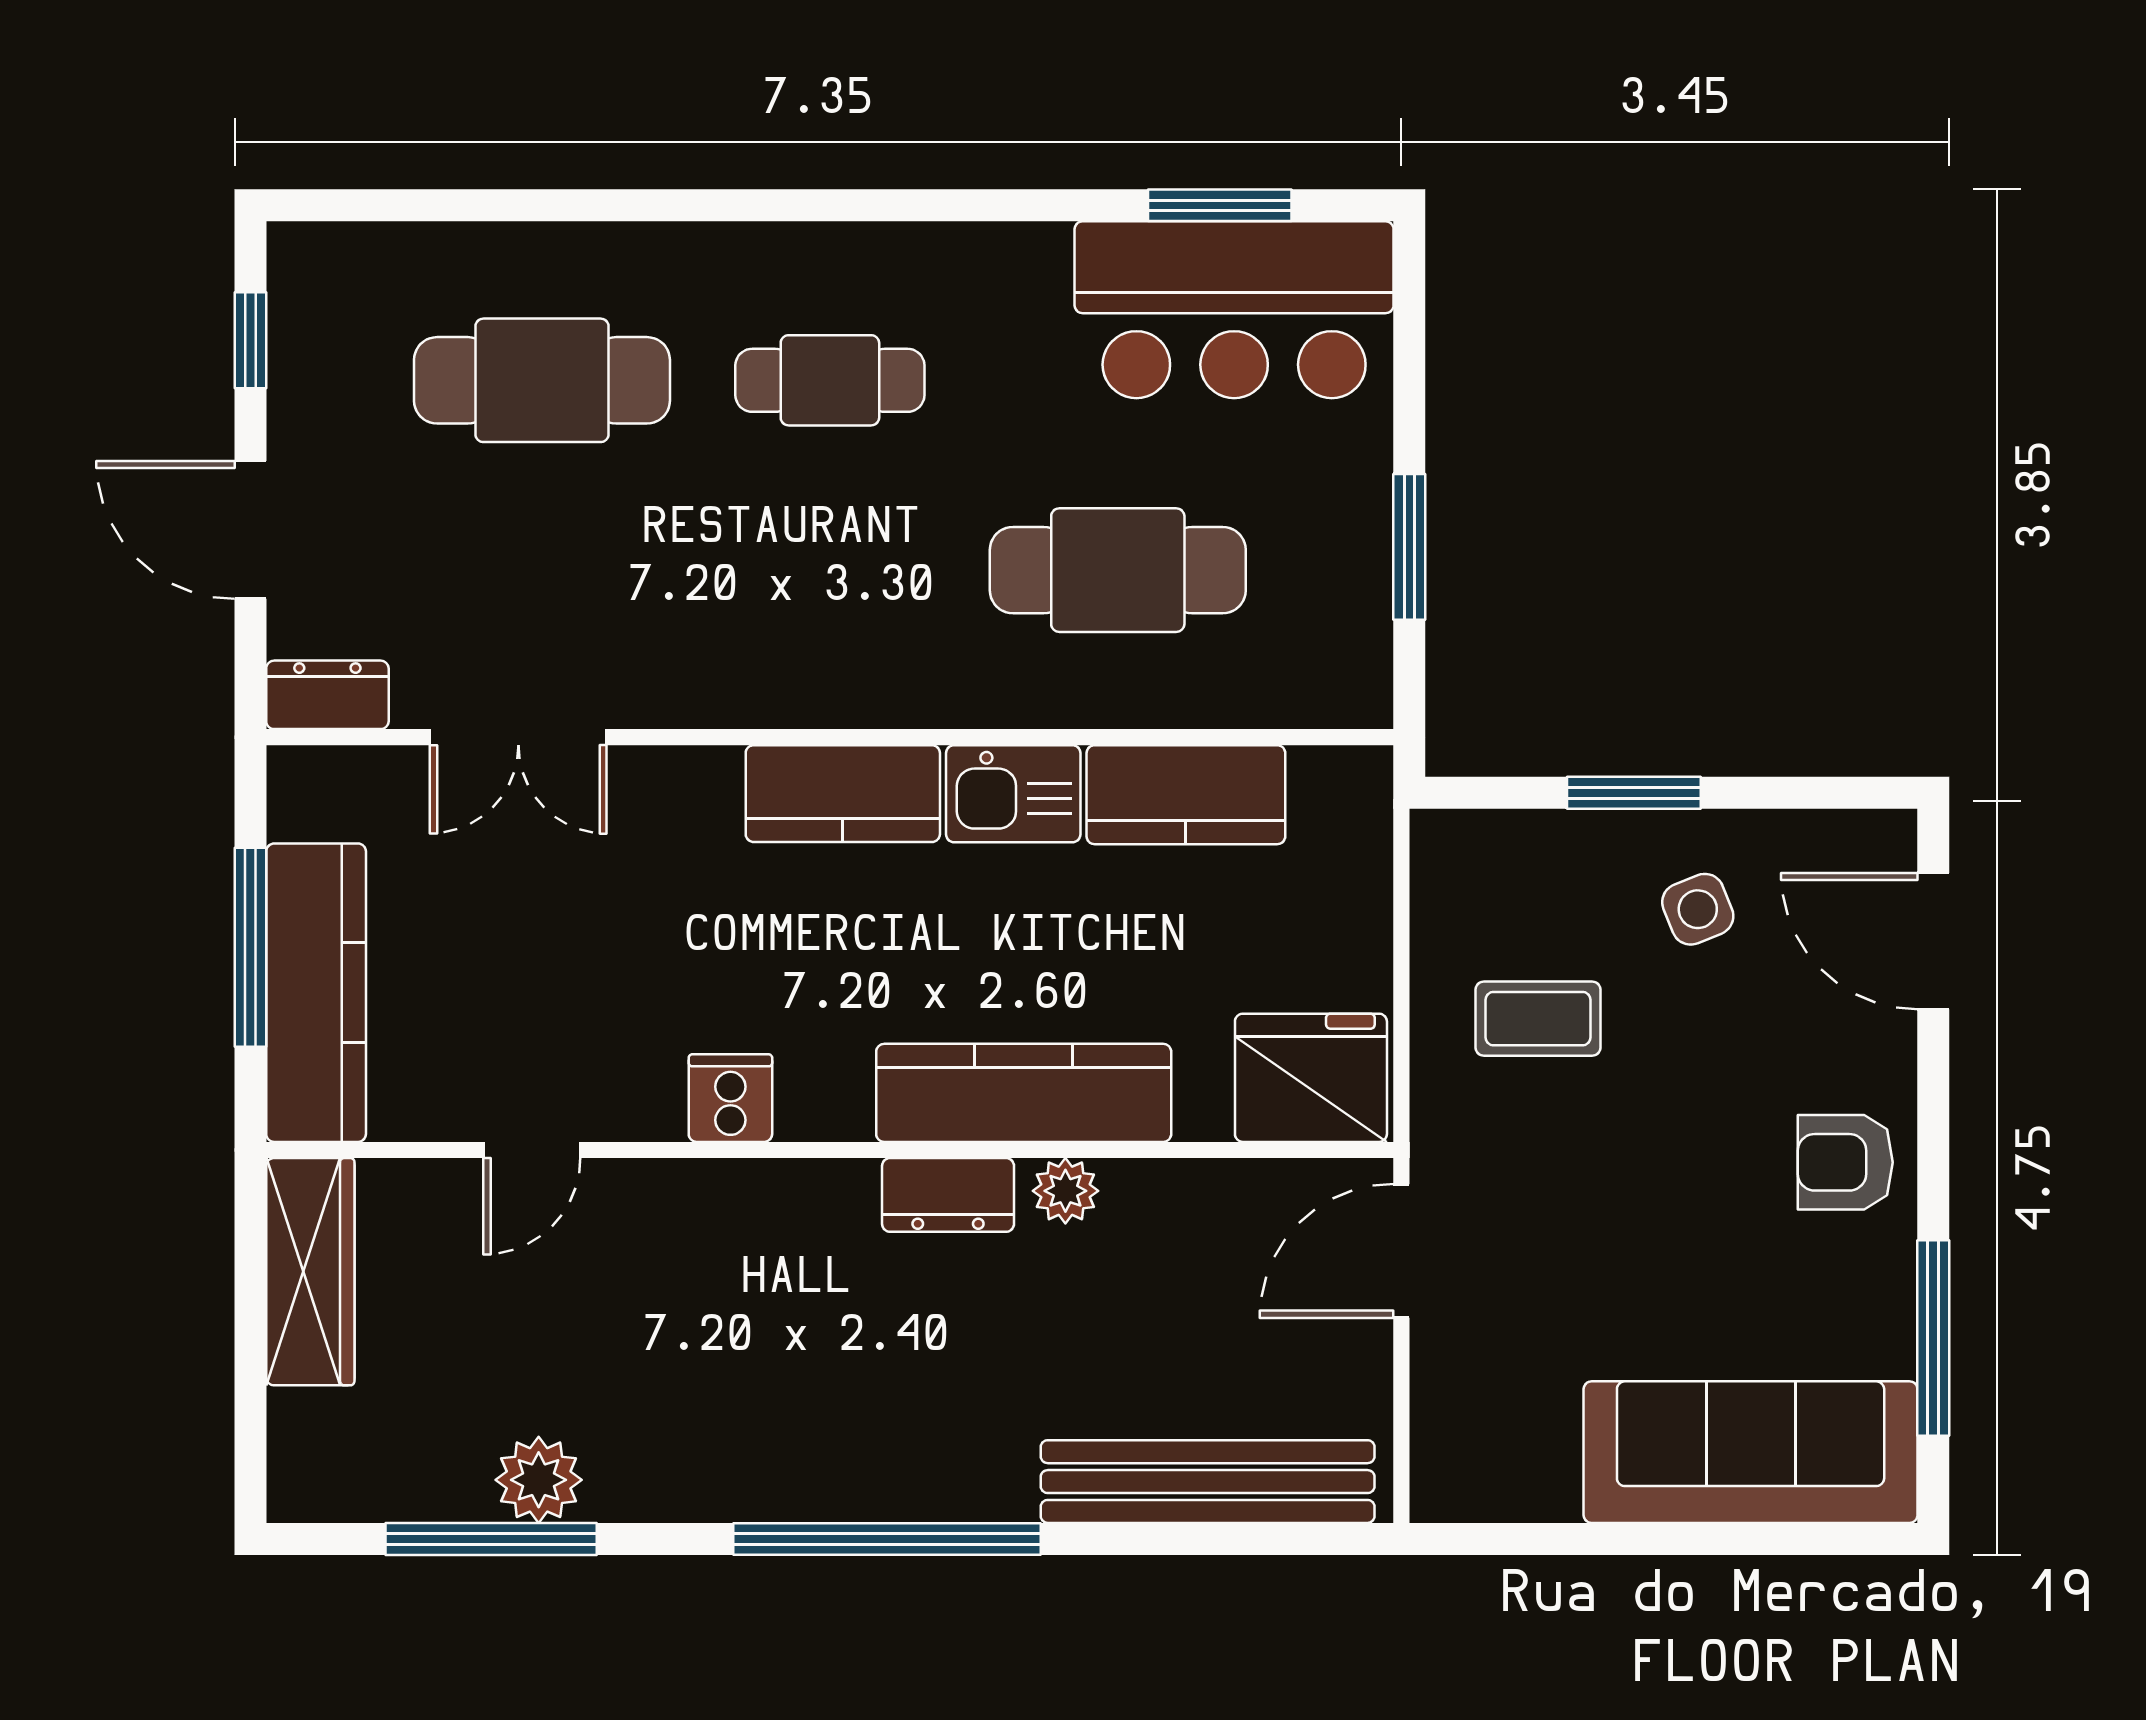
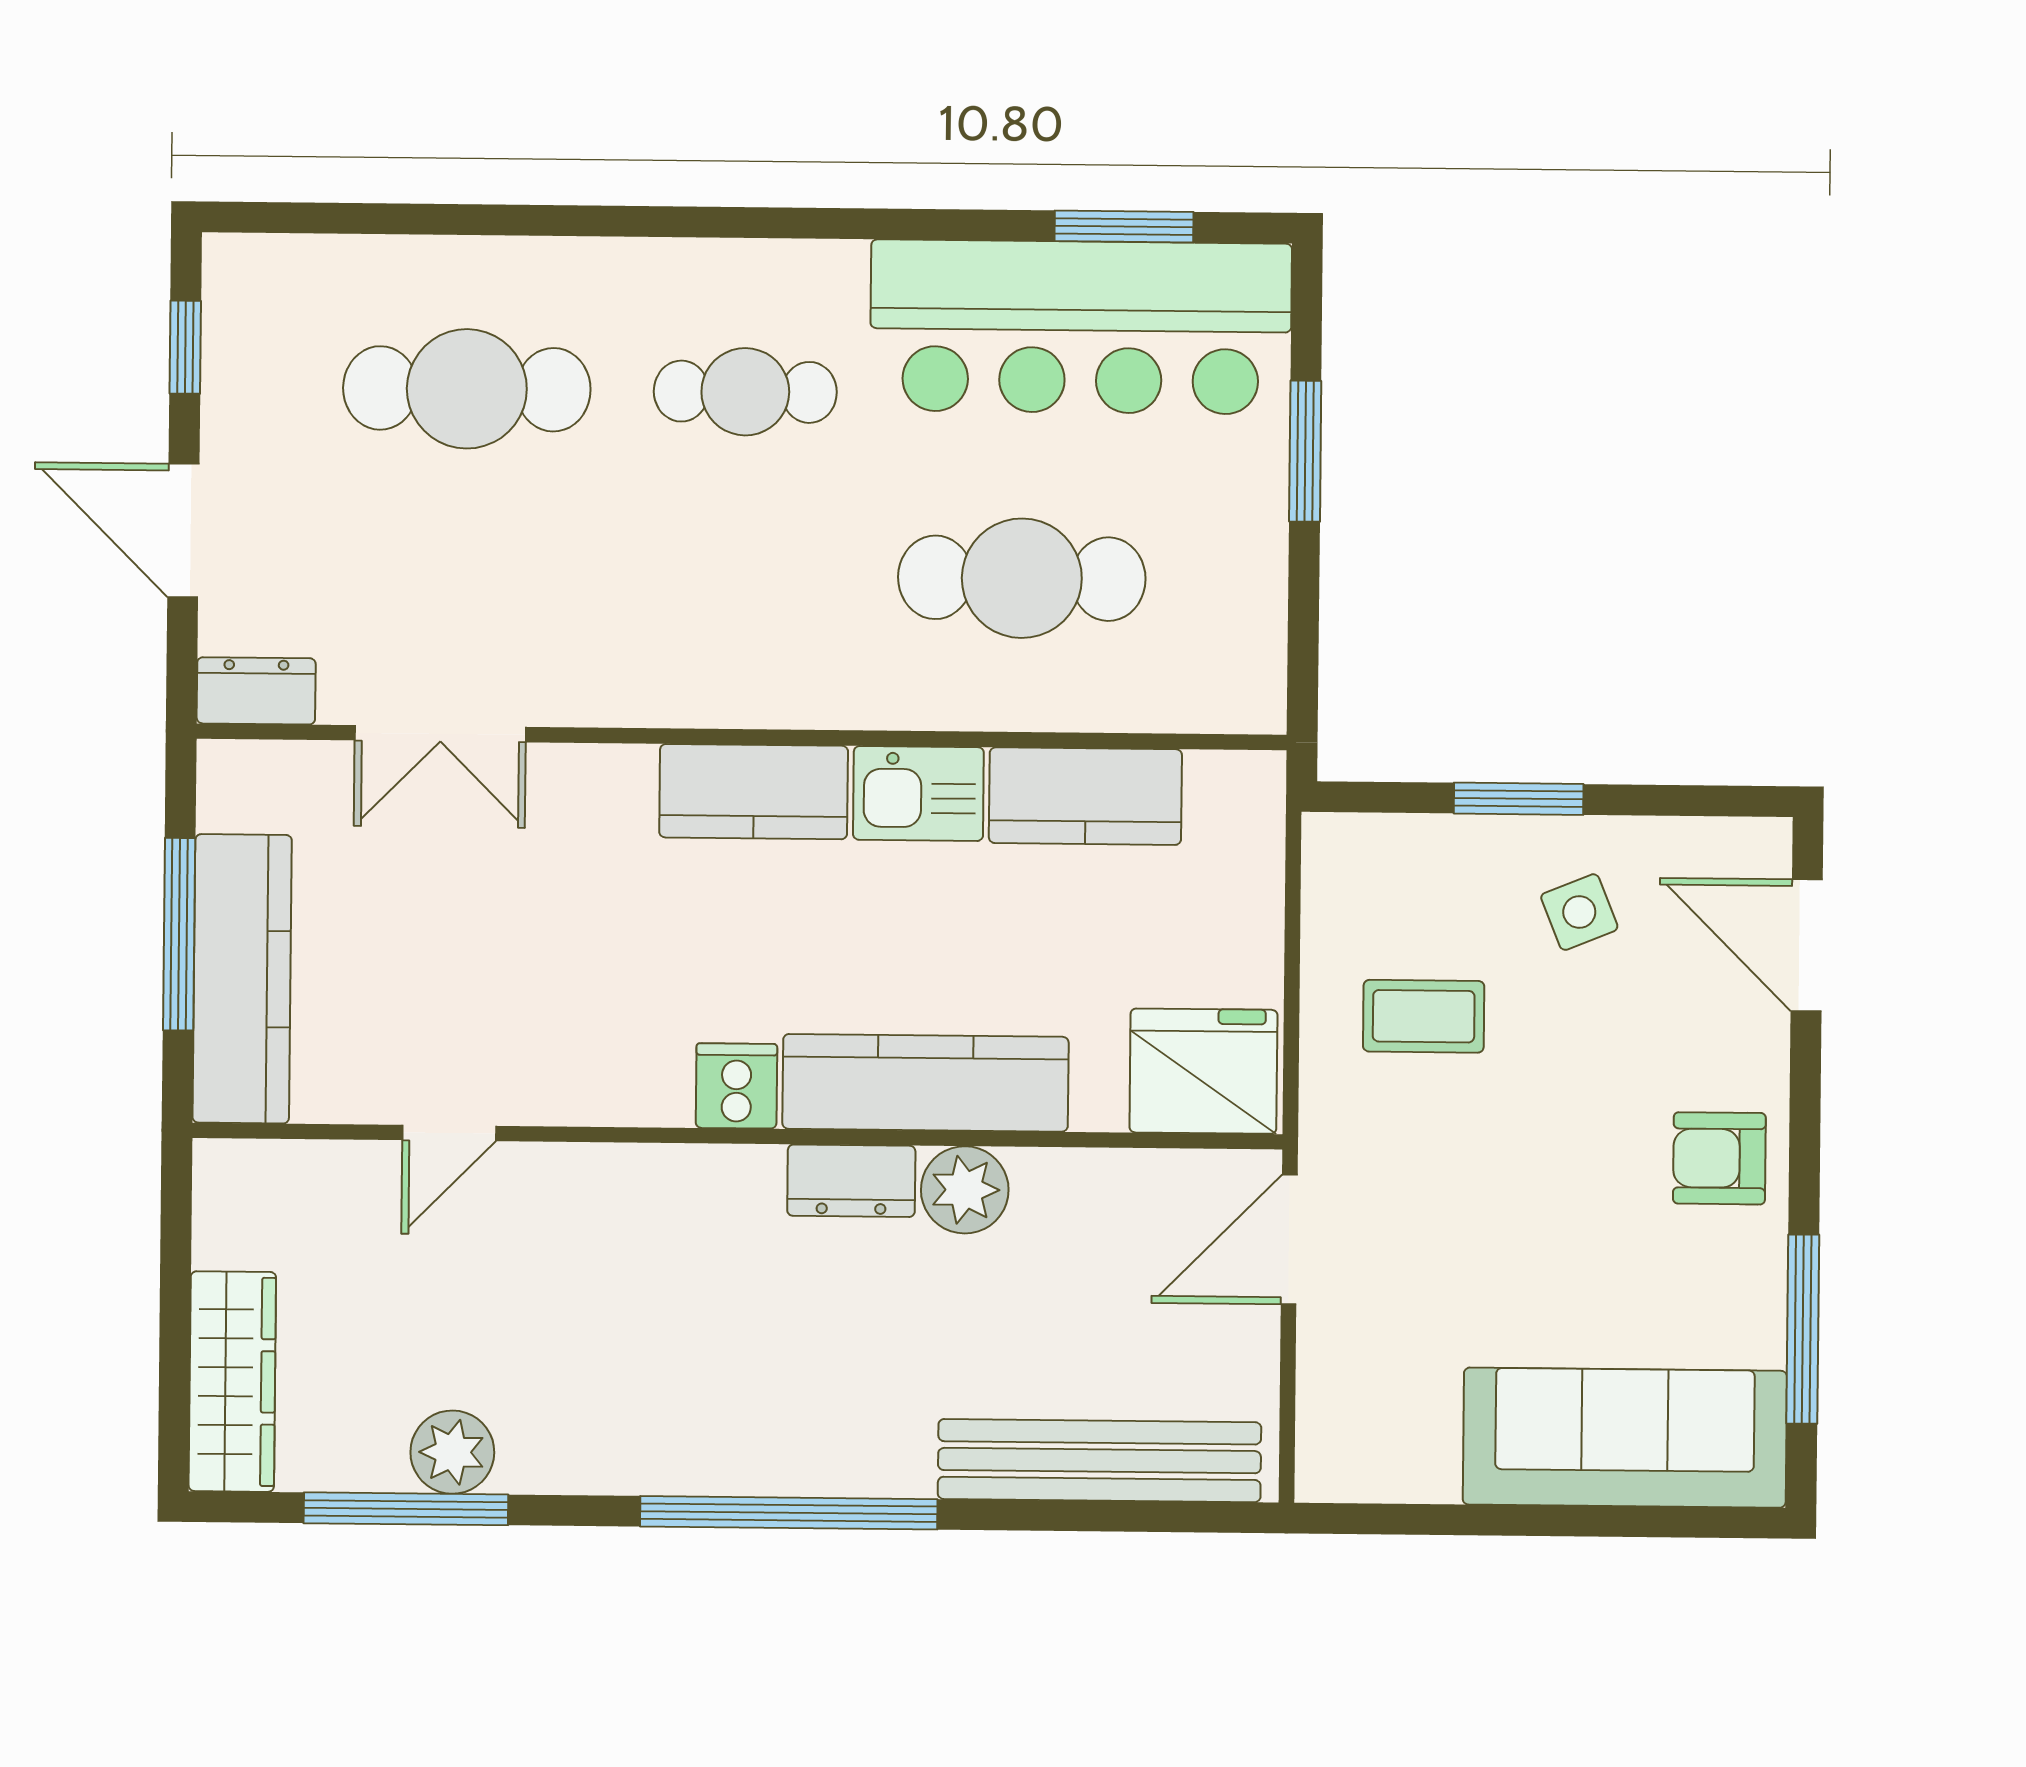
bar counter: (1234, 310) -> (1081, 327), width x1.36
window: (1409, 547) -> (1305, 451), moved
cooker: (730, 1098) -> (736, 1086), moved
plant: (1065, 1191) -> (965, 1190), width x1.38, depth x1.38
wardrobe: (310, 1272) -> (232, 1382), moved

